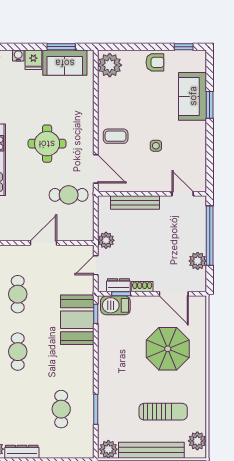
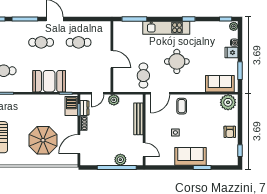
sofa: (65, 63) -> (220, 84), moved, turned 90
sofa: (193, 96) -> (190, 156), moved
door: (183, 194) -> (144, 150), hinge flipped
plant: (198, 261) -> (120, 160), moved
door: (96, 265) -> (97, 93), swing flipped
booth: (77, 320) -> (49, 81), moved

